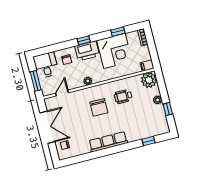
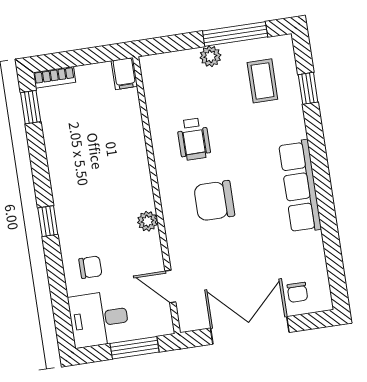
window: (118, 32) -> (31, 107), moved
printer: (87, 51) -> (74, 215), removed
corner desk: (114, 51) -> (81, 149), removed
plant: (149, 80) -> (160, 72), removed
chair: (99, 107) -> (214, 201), turned 180
window: (168, 109) -> (235, 34), width x2.17
coffee table: (150, 122) -> (262, 81), added

